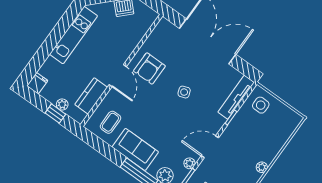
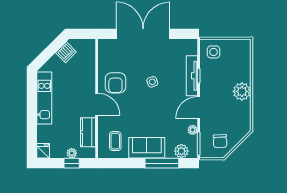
tv unit: (236, 97) -> (192, 76), moved
plant: (262, 167) -> (242, 91), width x1.88, depth x1.88

